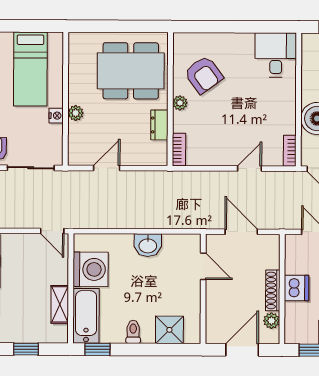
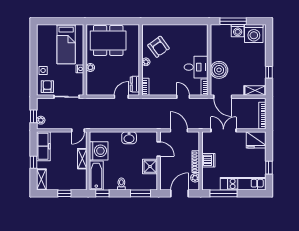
desk: (276, 55) -> (196, 67), moved, turned 90
dining table: (131, 71) -> (108, 40), moved
dresser: (159, 125) -> (135, 84), moved
door: (107, 168) -> (121, 97), moved
door: (250, 169) -> (183, 97), hinge flipped
door: (52, 231) -> (78, 130), hinge flipped
shelving: (60, 304) -> (82, 159), moved
shower: (169, 330) -> (150, 167), moved
window: (169, 350) -> (141, 193), added

